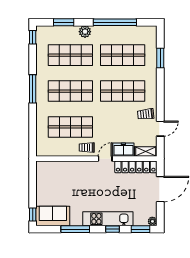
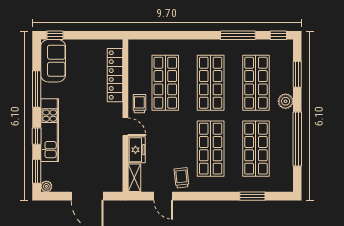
window: (33, 89) -> (238, 35), moved
locker: (136, 167) -> (115, 75), moved

